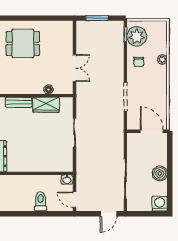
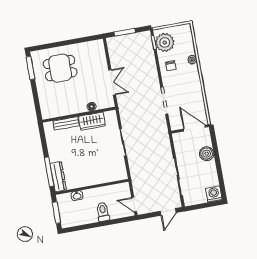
boiler: (160, 173) -> (207, 154), moved
washbasin: (67, 180) -> (77, 196), moved

